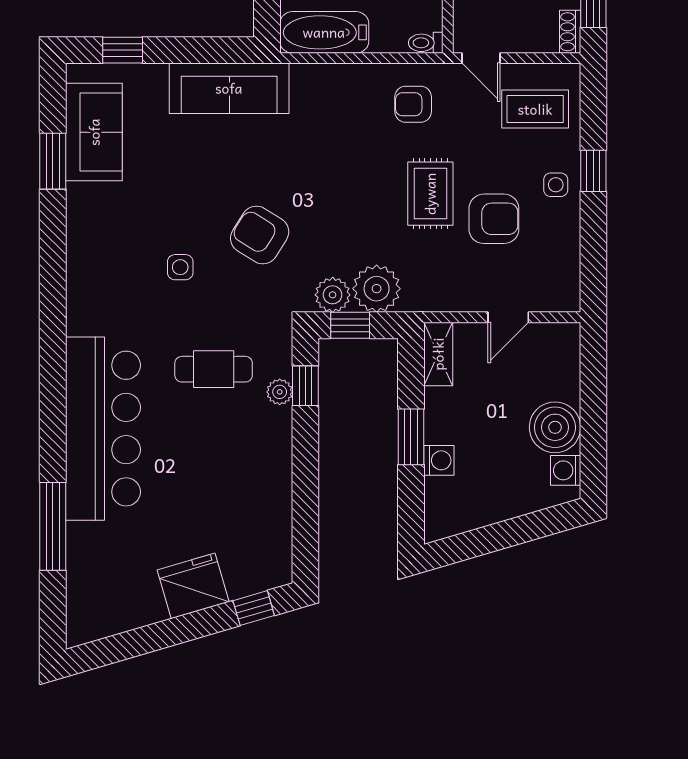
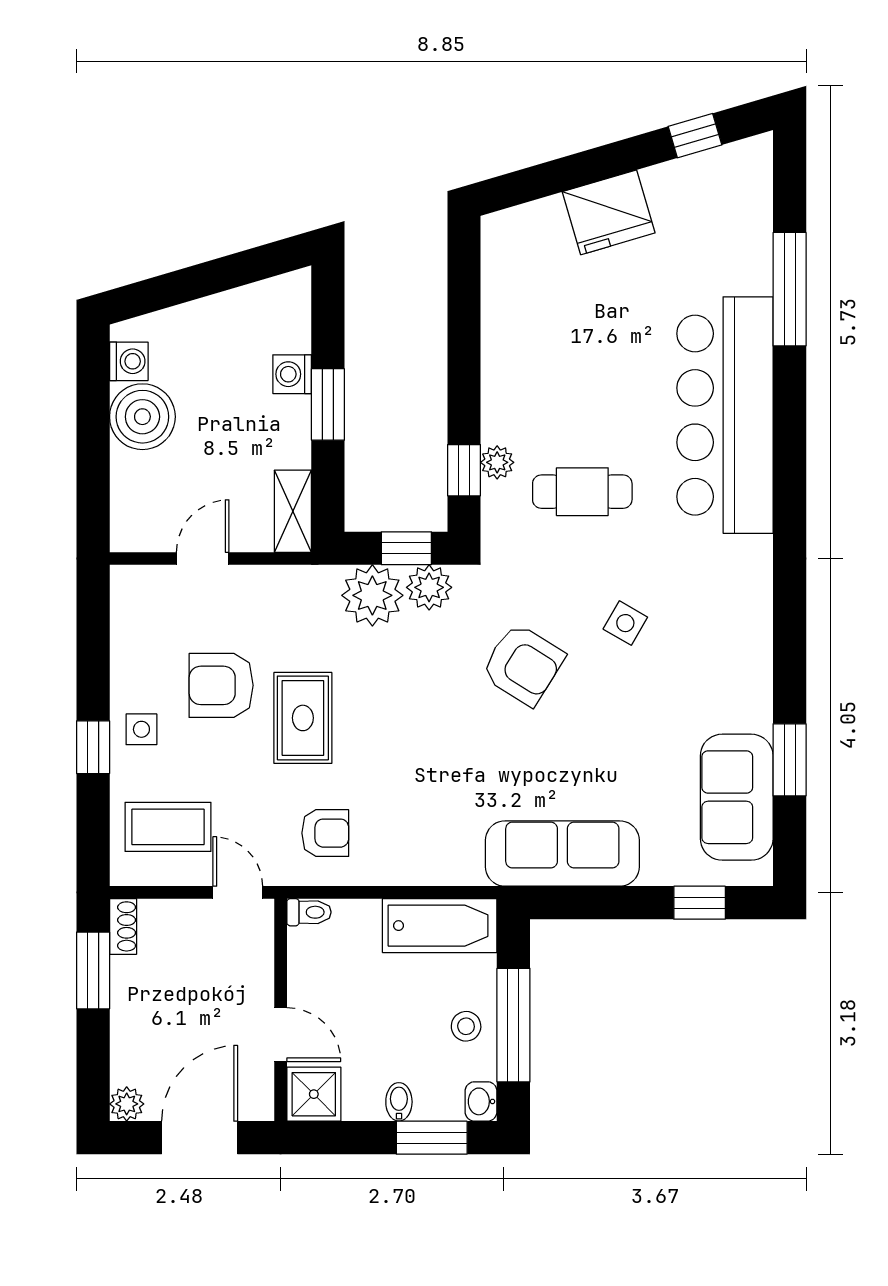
side table: (180, 267) -> (625, 623), turned 30
window: (254, 608) -> (695, 136), moved

